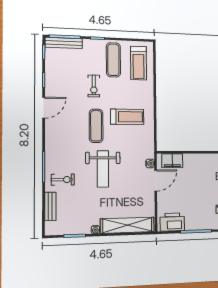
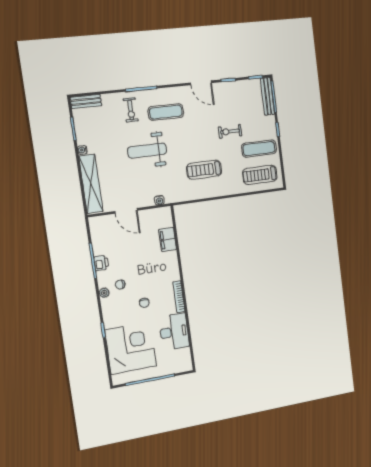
treadmill: (127, 117) -> (204, 170), turned 90
exercise mat: (96, 126) -> (166, 112), moved
filing cabinet: (172, 161) -> (168, 240), moved
door: (156, 181) -> (126, 211), moved
bench: (50, 206) -> (86, 101), moved
printer: (172, 222) -> (101, 263), moved, width x0.53, depth x0.68

